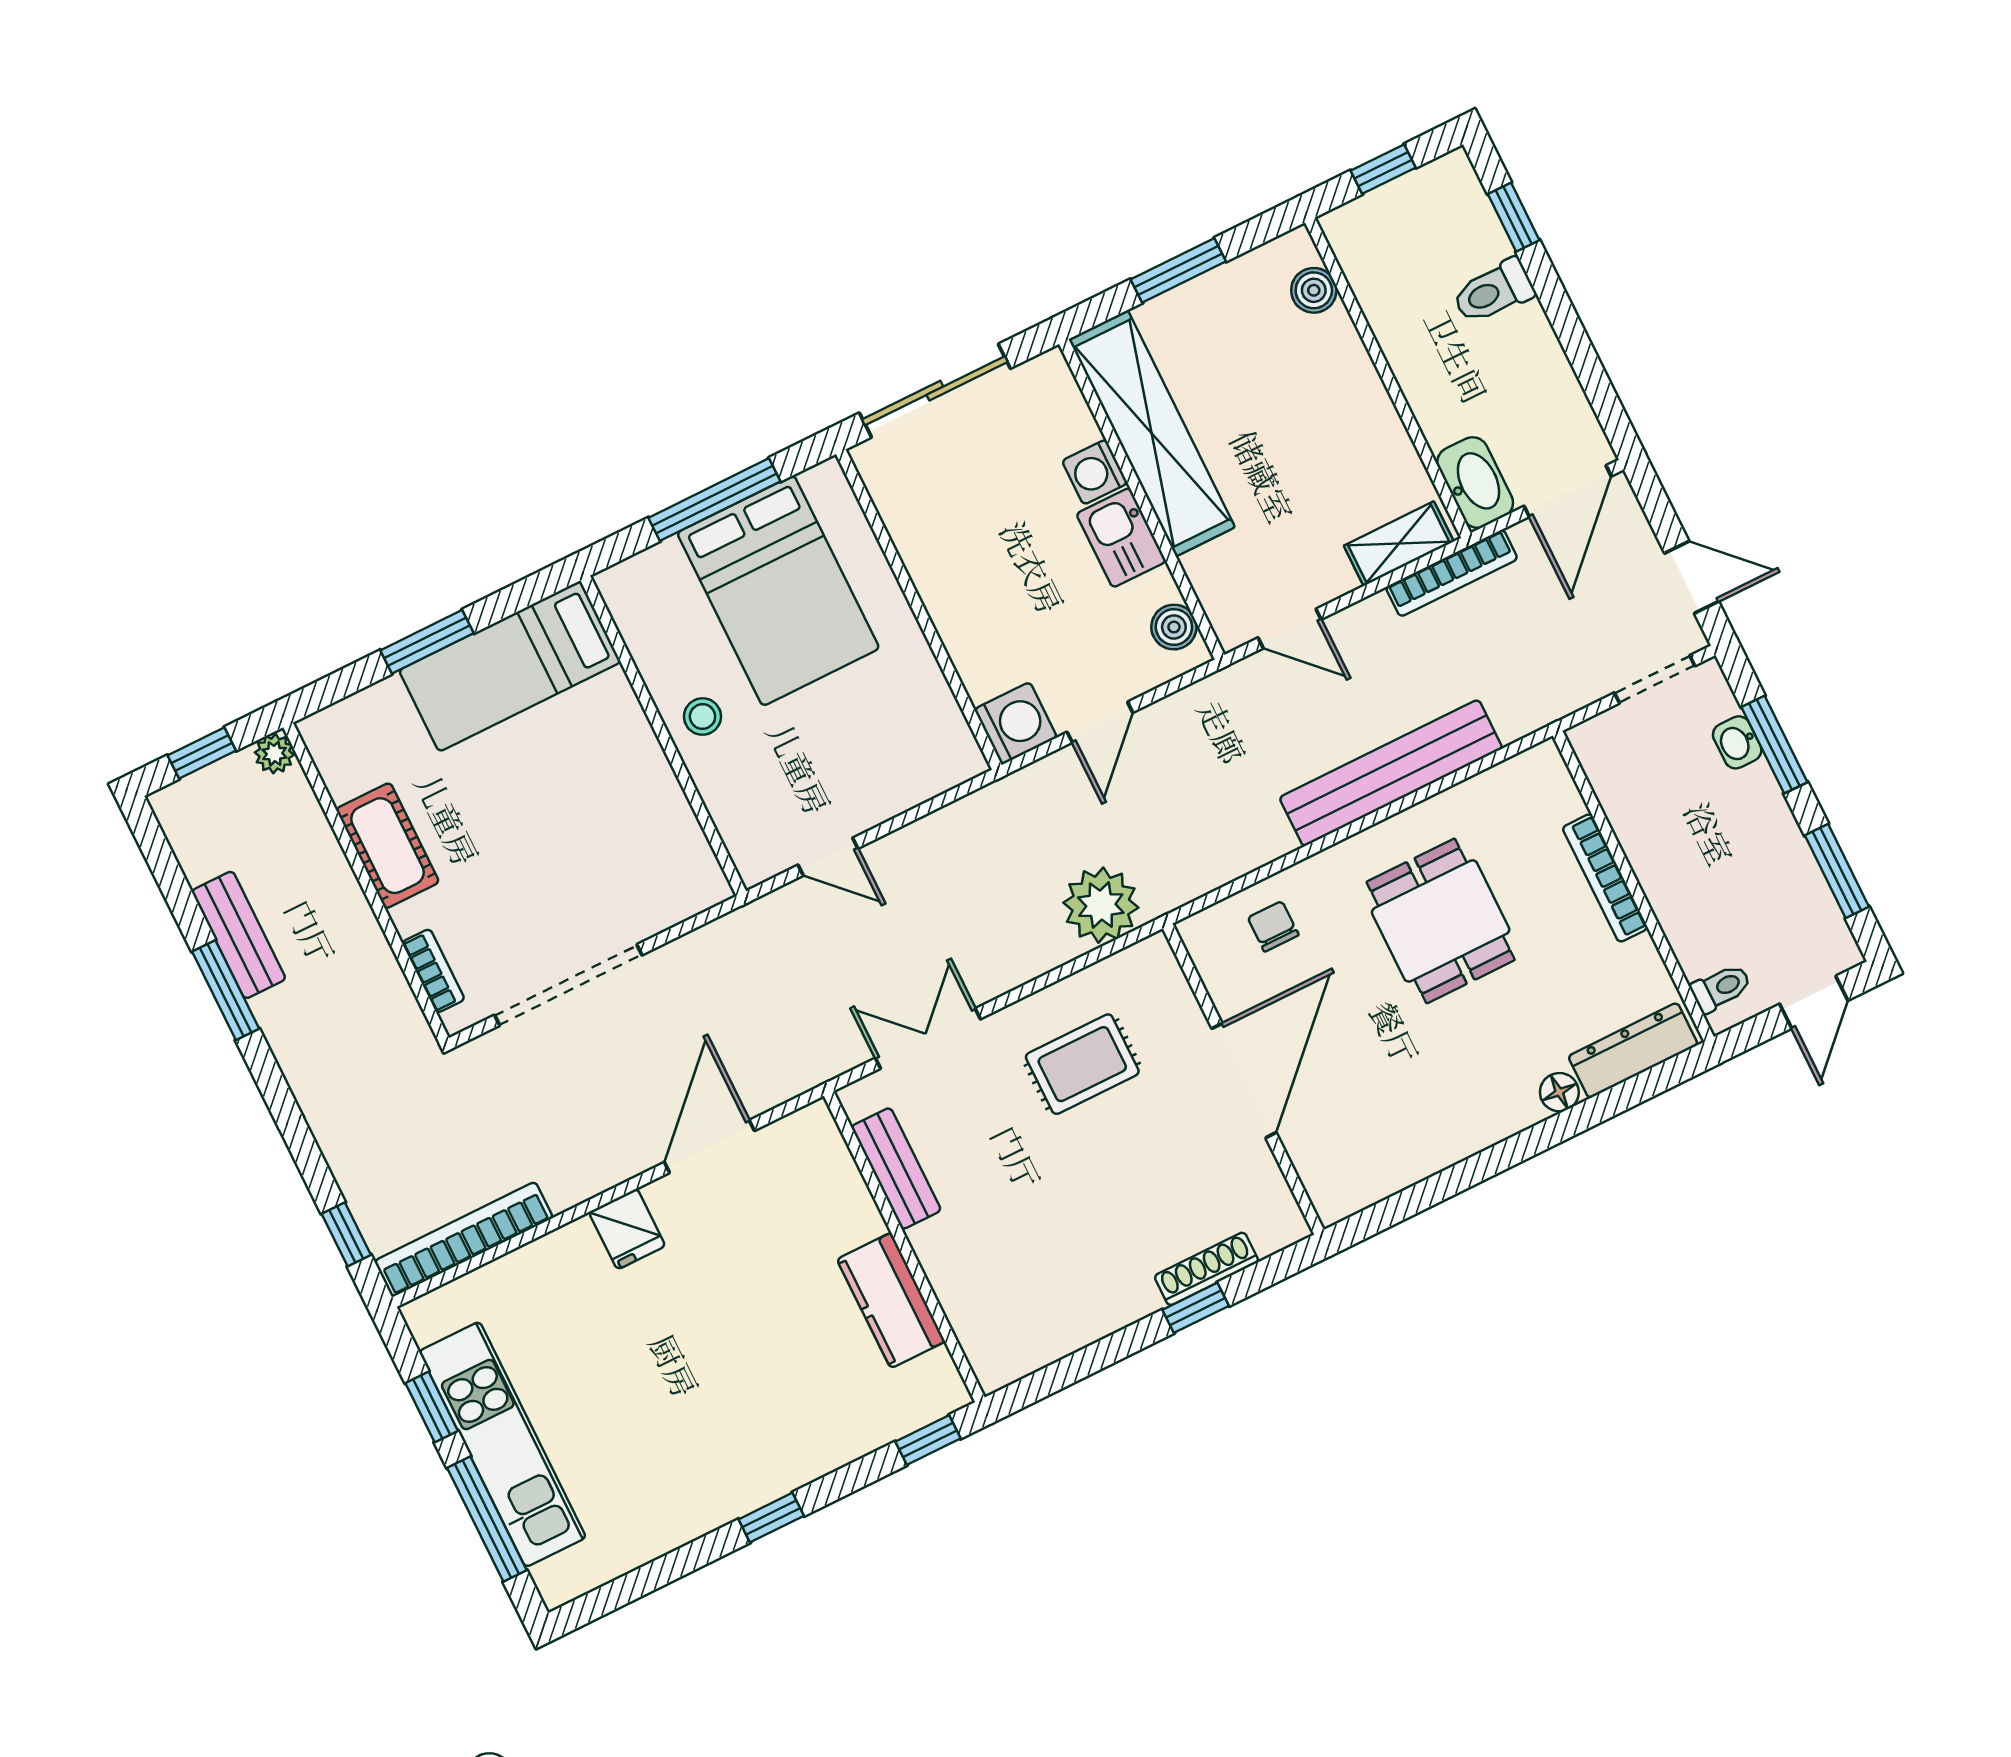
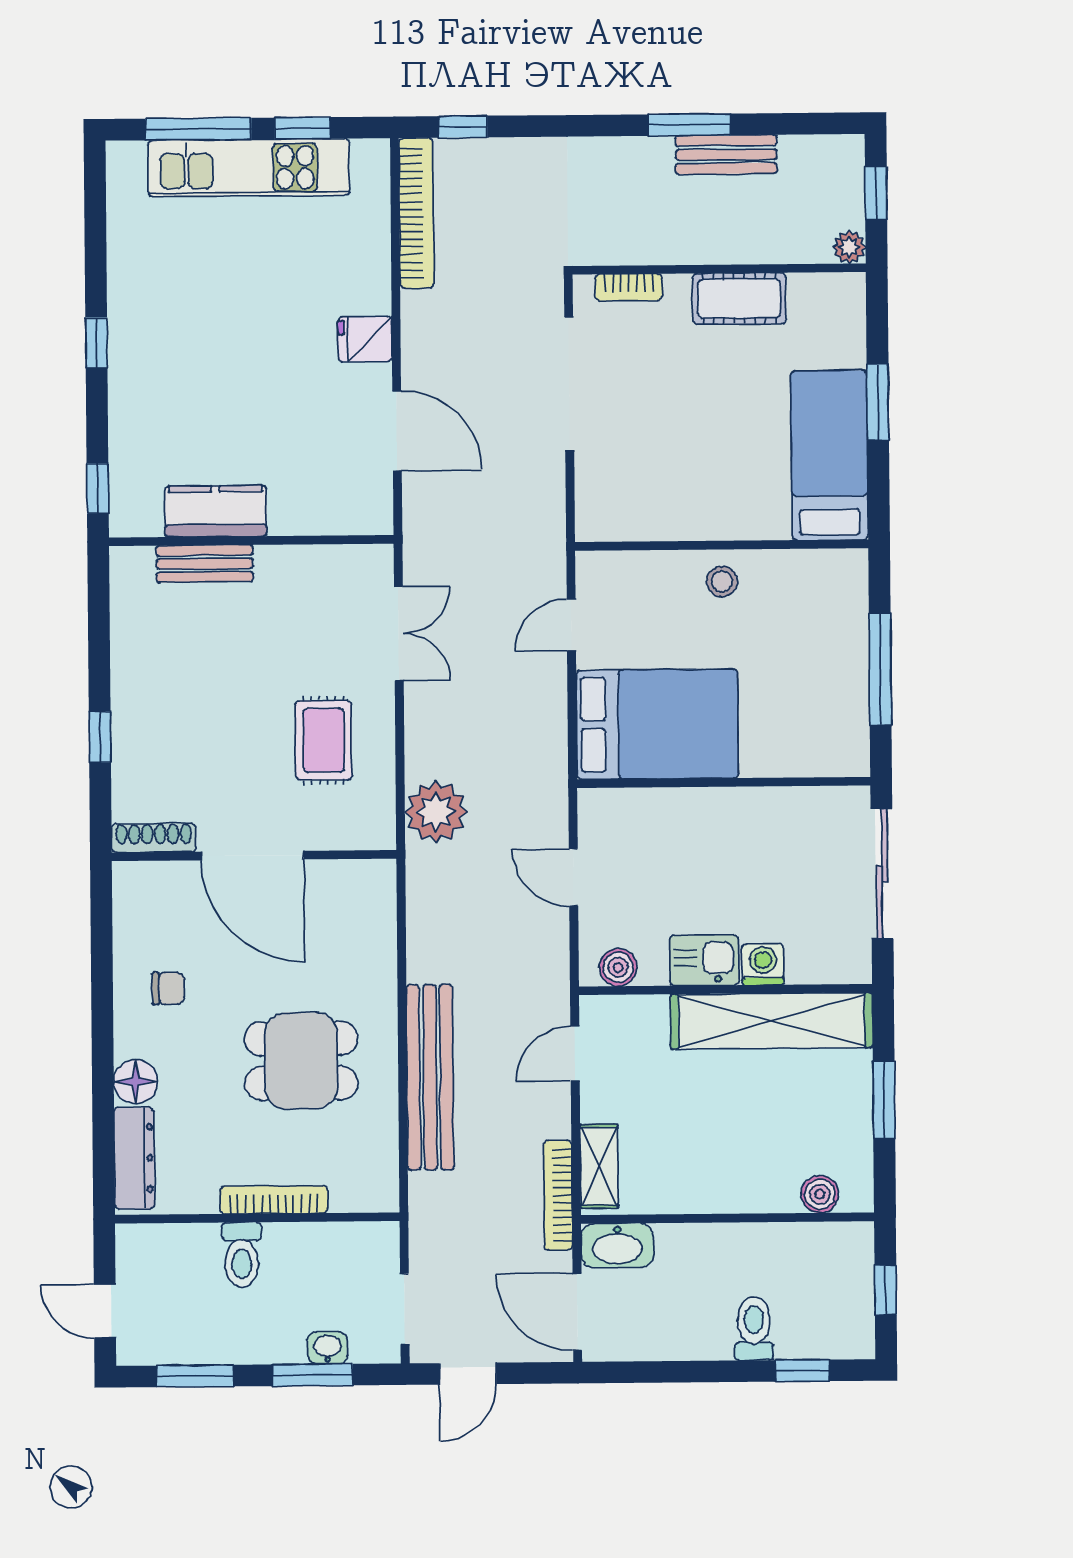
bed: (778, 591) -> (657, 724), moved, turned 180
washing machine: (1016, 723) -> (603, 814), removed
chair: (1273, 926) -> (168, 988), moved
toilet: (1721, 988) -> (242, 1255), moved, width x1.37, depth x1.39
floor lamp: (1559, 1092) -> (136, 1082), width x1.37, depth x1.37
bench: (896, 1168) -> (205, 564), moved
shoe rack: (1206, 1269) -> (154, 838), moved, turned -90

